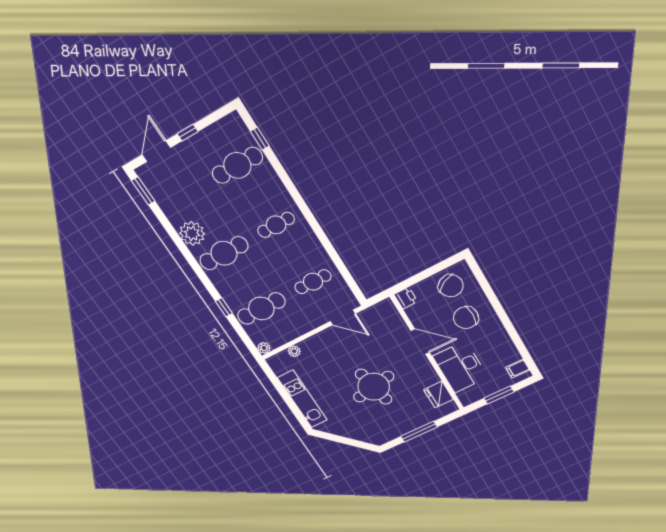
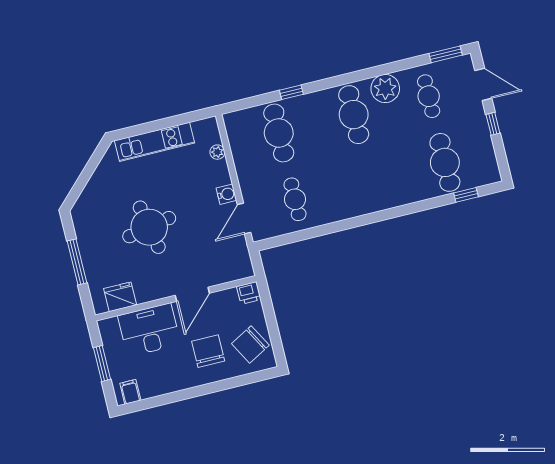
cafe table: (276, 225) -> (429, 96), moved
water cooler: (327, 336) -> (226, 194), added
plant: (264, 348) -> (230, 120), removed

